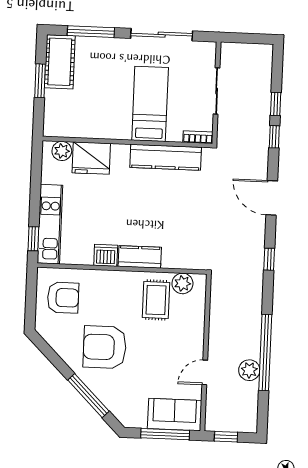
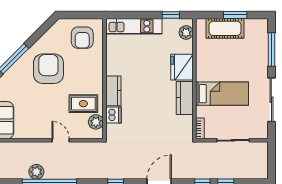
cot: (60, 62) -> (225, 28), moved
kitchen counter: (166, 157) -> (185, 98), width x0.67
fridge: (91, 158) -> (182, 67), moved
window: (33, 239) -> (171, 15), moved
dishwasher: (106, 255) -> (113, 115), moved
door: (205, 372) -> (61, 140), moved

